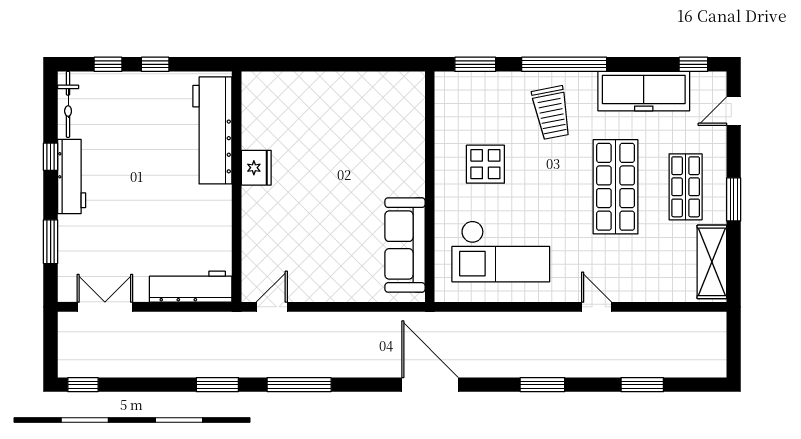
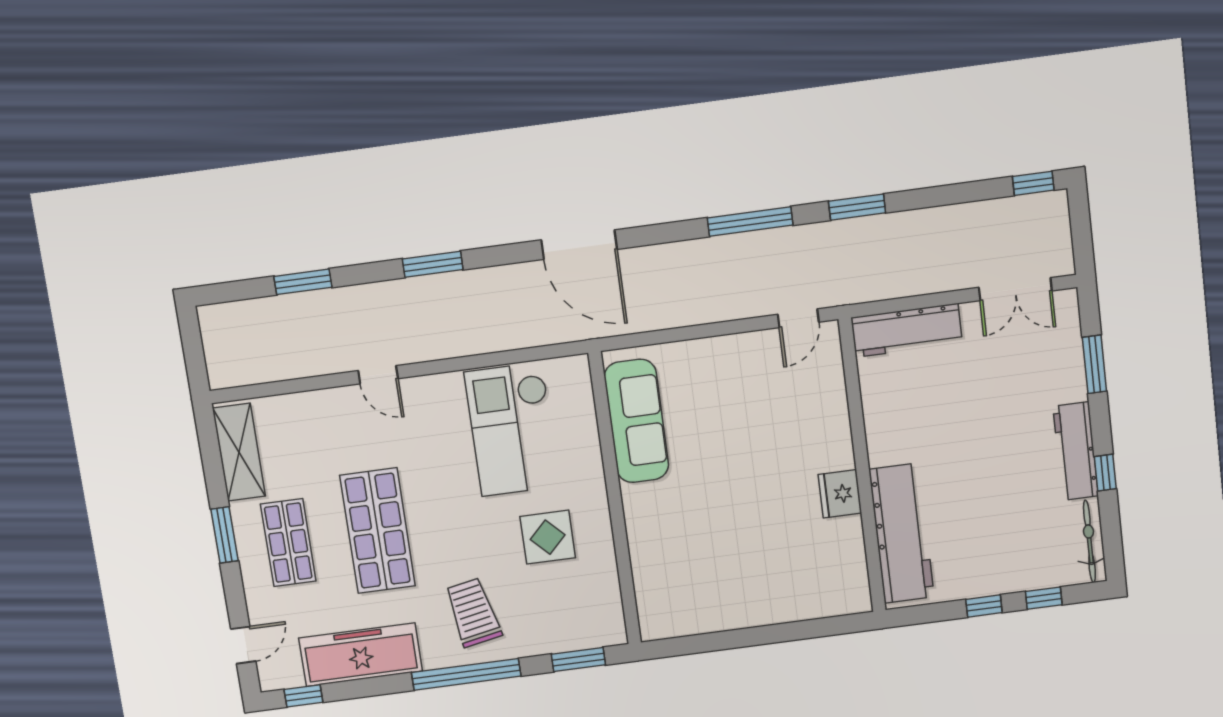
checkout: (501, 251) -> (512, 429), turned -90

